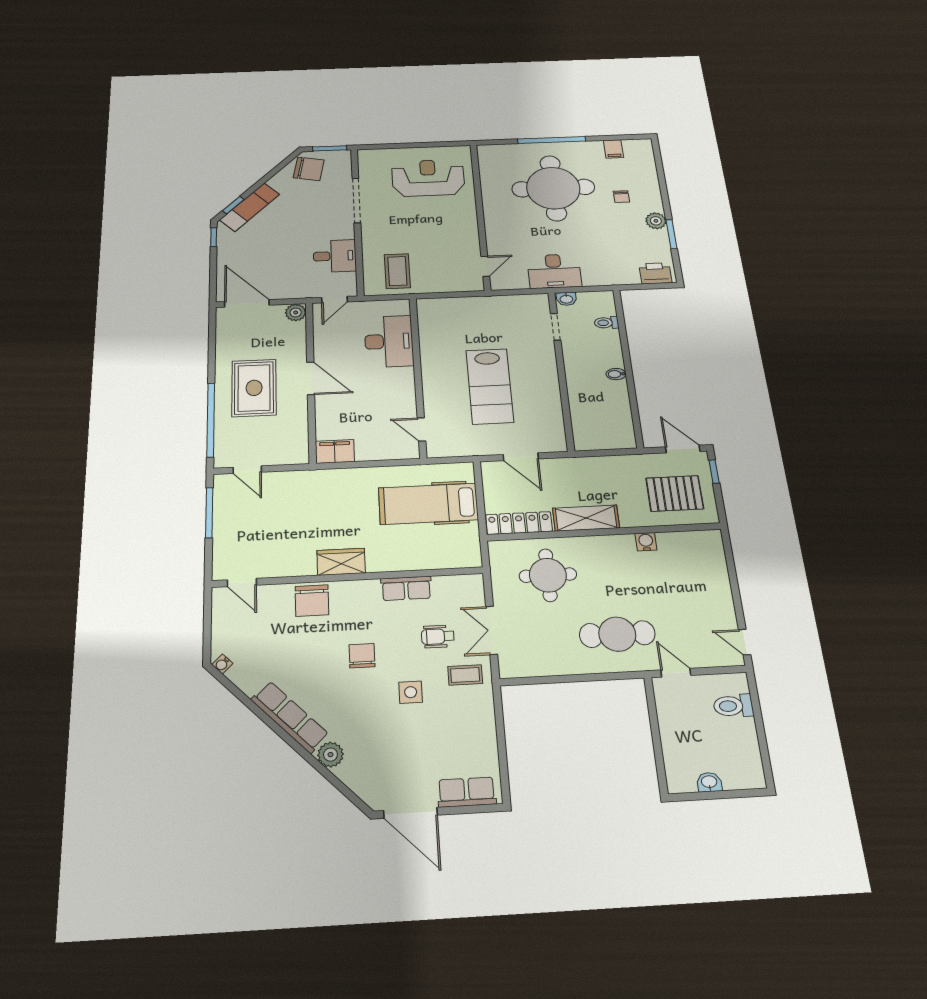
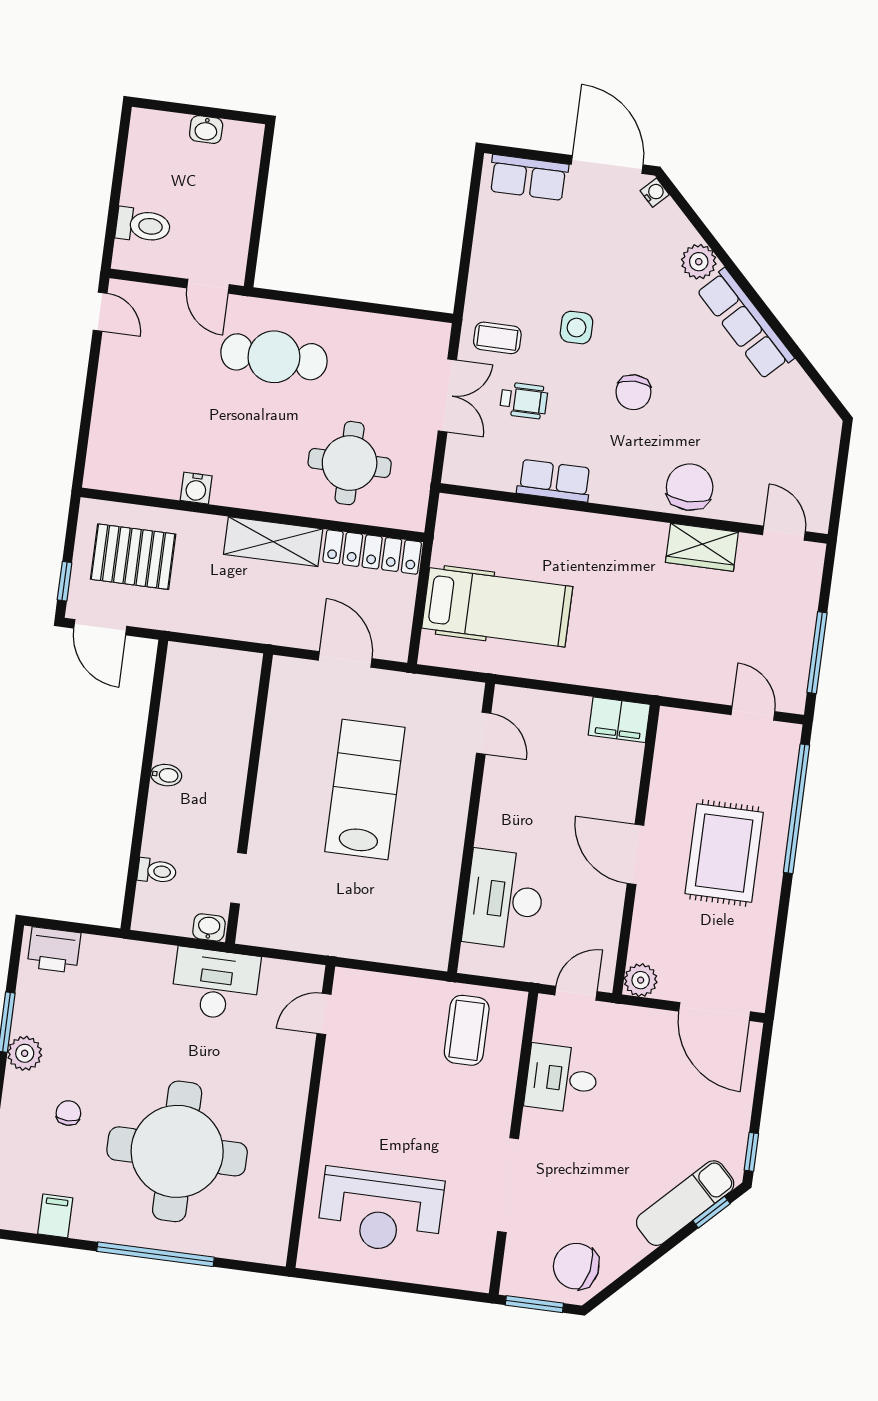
wardrobe: (341, 562) -> (702, 547), moved
water cooler: (222, 664) -> (655, 193), moved

